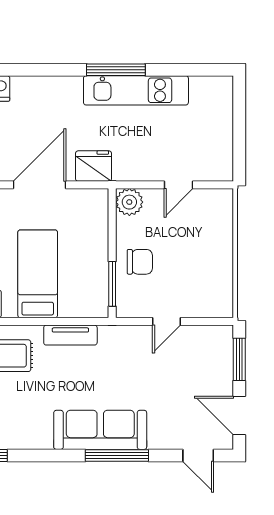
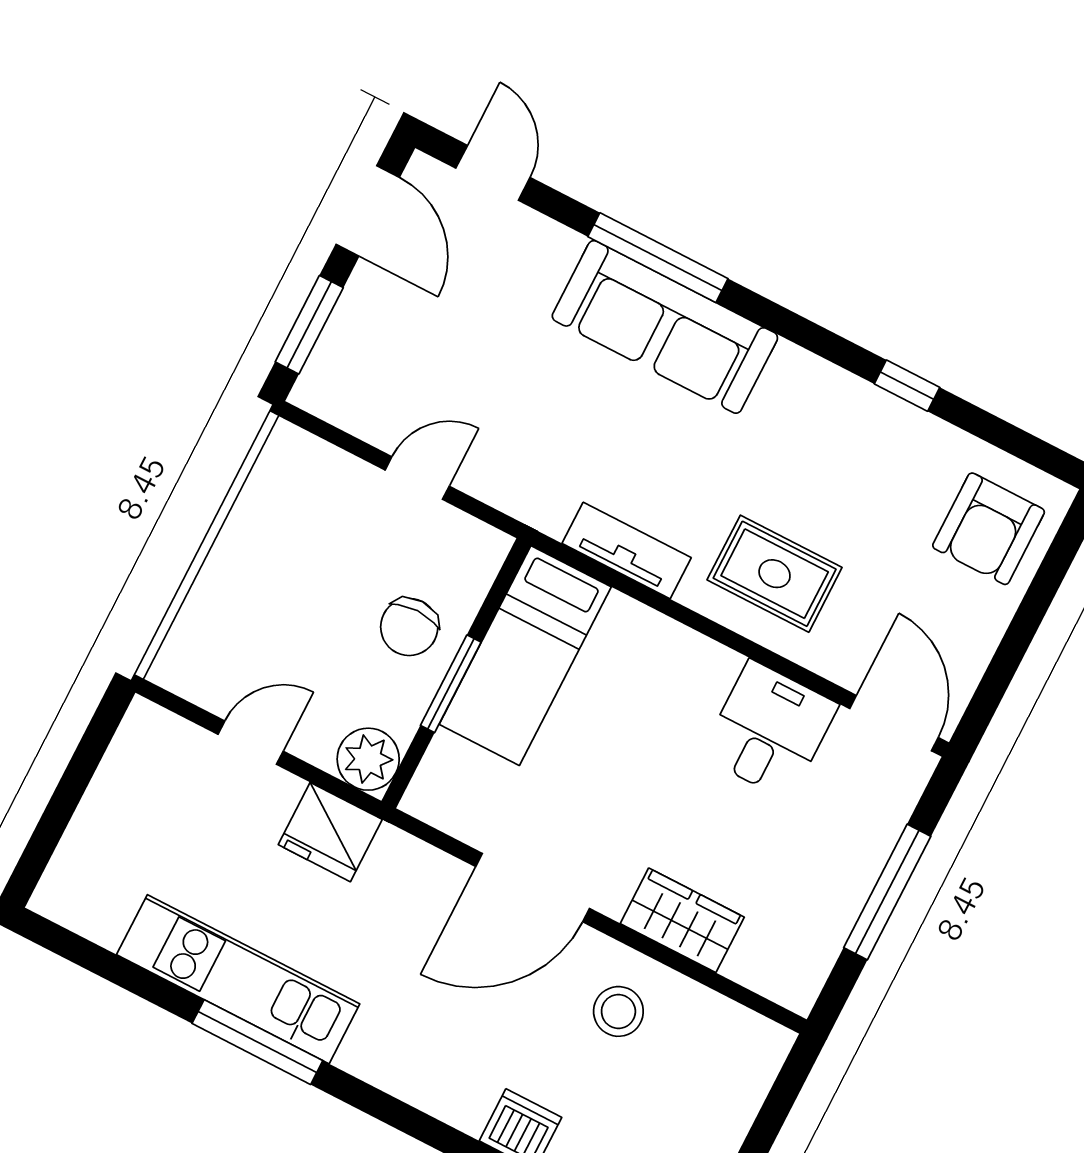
fridge: (94, 166) -> (330, 832), moved
chair: (140, 262) -> (409, 627), turned -90
bed: (38, 274) -> (525, 656), moved
window: (112, 284) -> (451, 684), moved

